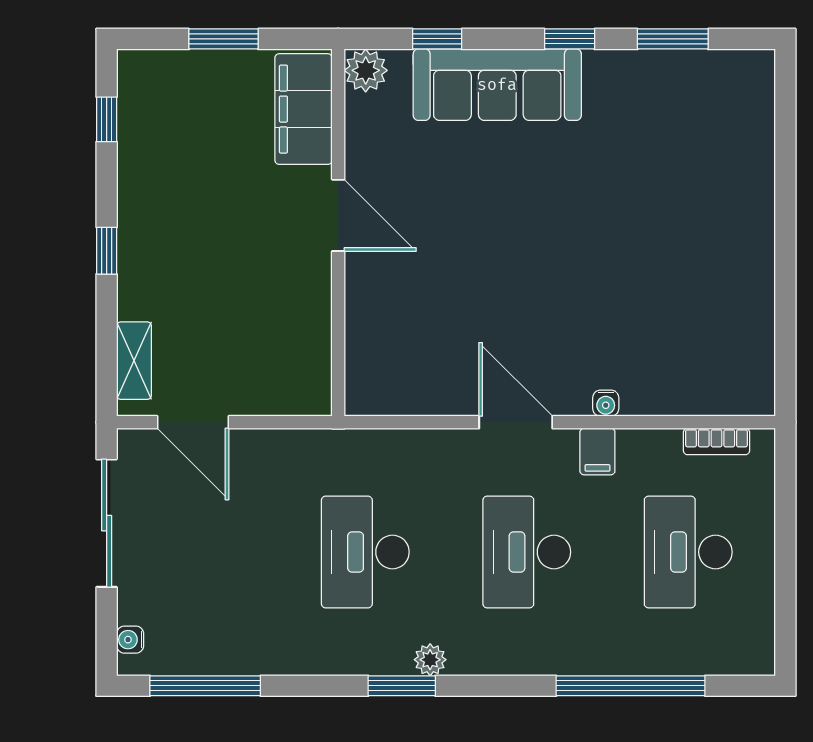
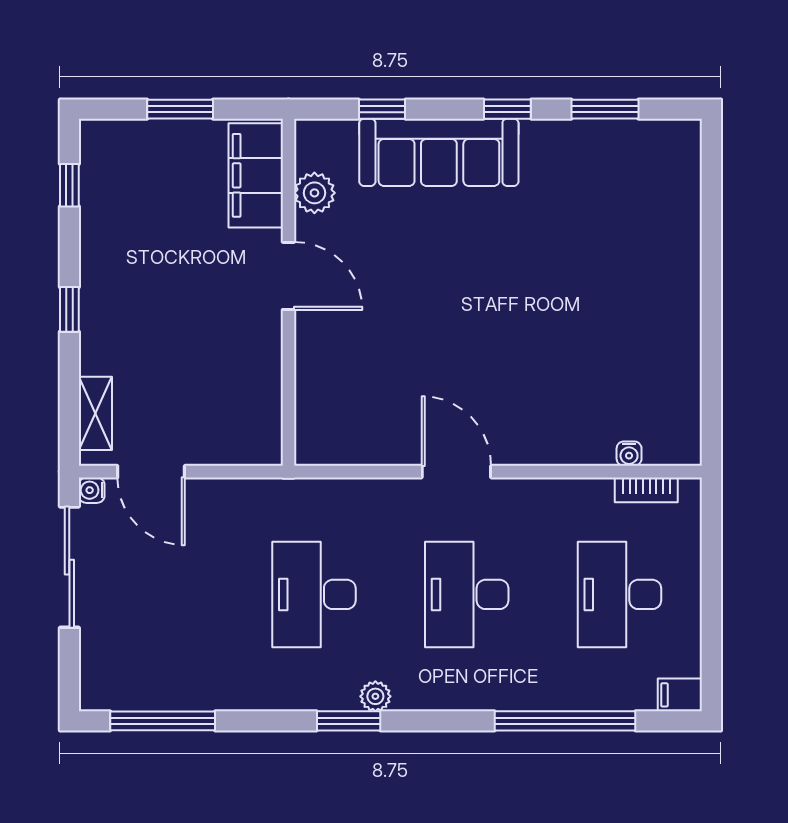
plant: (366, 70) -> (314, 193), moved
water cooler: (606, 403) -> (629, 454), moved
filing cabinet: (597, 452) -> (680, 695), moved, turned 90
water cooler: (130, 640) -> (92, 490), moved

